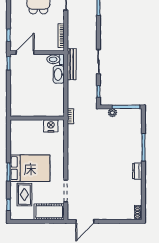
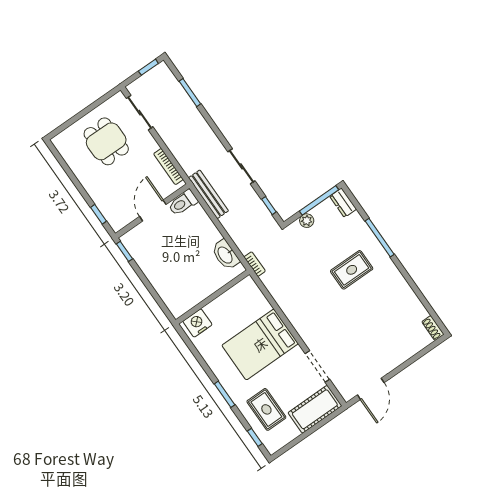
door: (25, 53) -> (153, 210), moved
washbasin: (59, 74) -> (225, 255), moved
nightstand: (51, 126) -> (197, 323), moved
rug: (118, 154) -> (352, 270), added
bed: (30, 168) -> (260, 344), moved, turned 180
dresser: (137, 171) -> (343, 203), moved

